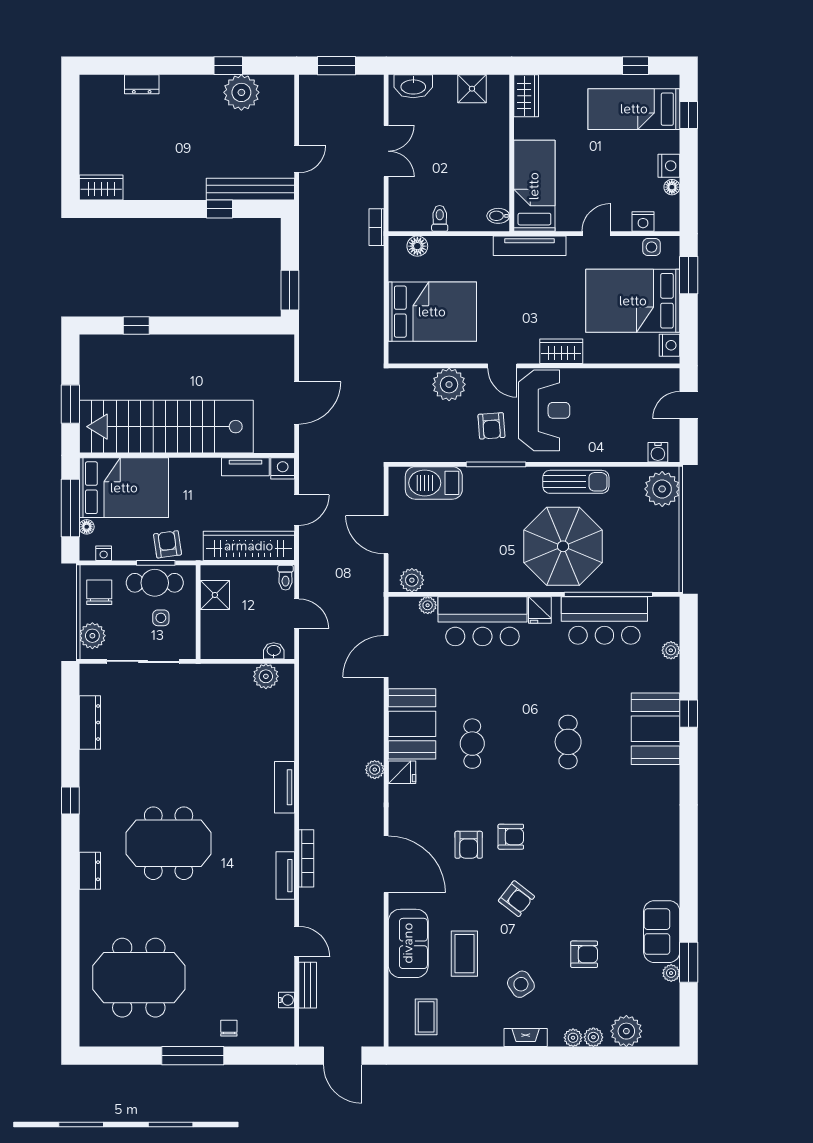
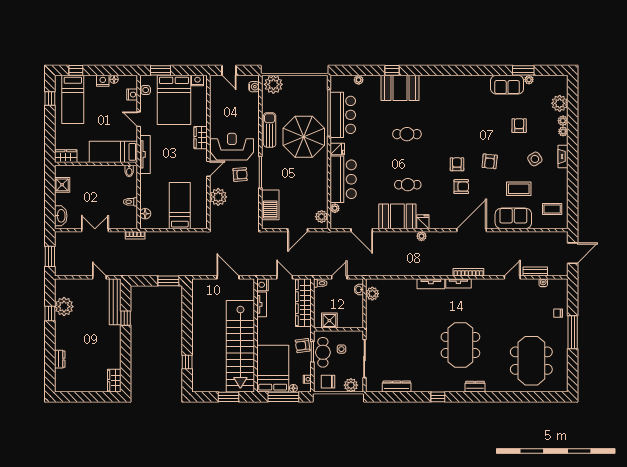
bed: (432, 312) -> (180, 206), width x0.67
tv unit: (285, 876) -> (458, 283), moved
armchair: (516, 899) -> (490, 161), turned 148

